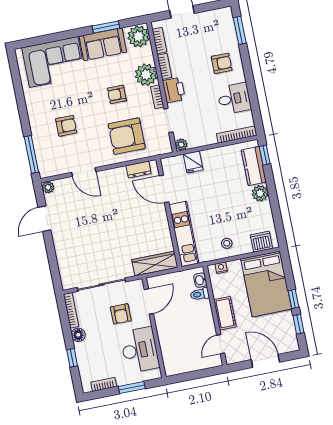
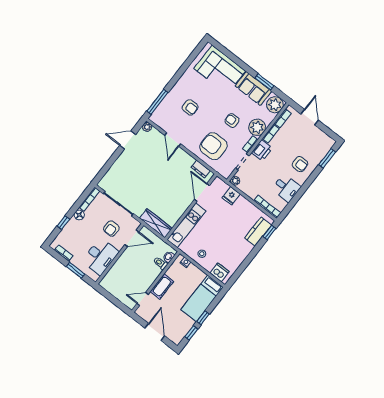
plant: (260, 193) -> (246, 248), removed
bed: (266, 284) -> (202, 298), width x0.67

